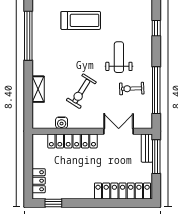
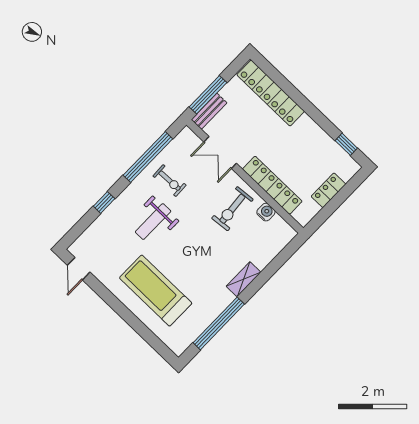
treadmill: (81, 20) -> (156, 290), width x1.37, depth x1.37
window: (156, 28) -> (104, 202), moved
shelving: (38, 89) -> (243, 279), moved
exercise bike: (81, 91) -> (232, 209), moved, turned 143
locker: (39, 181) -> (328, 190), moved

